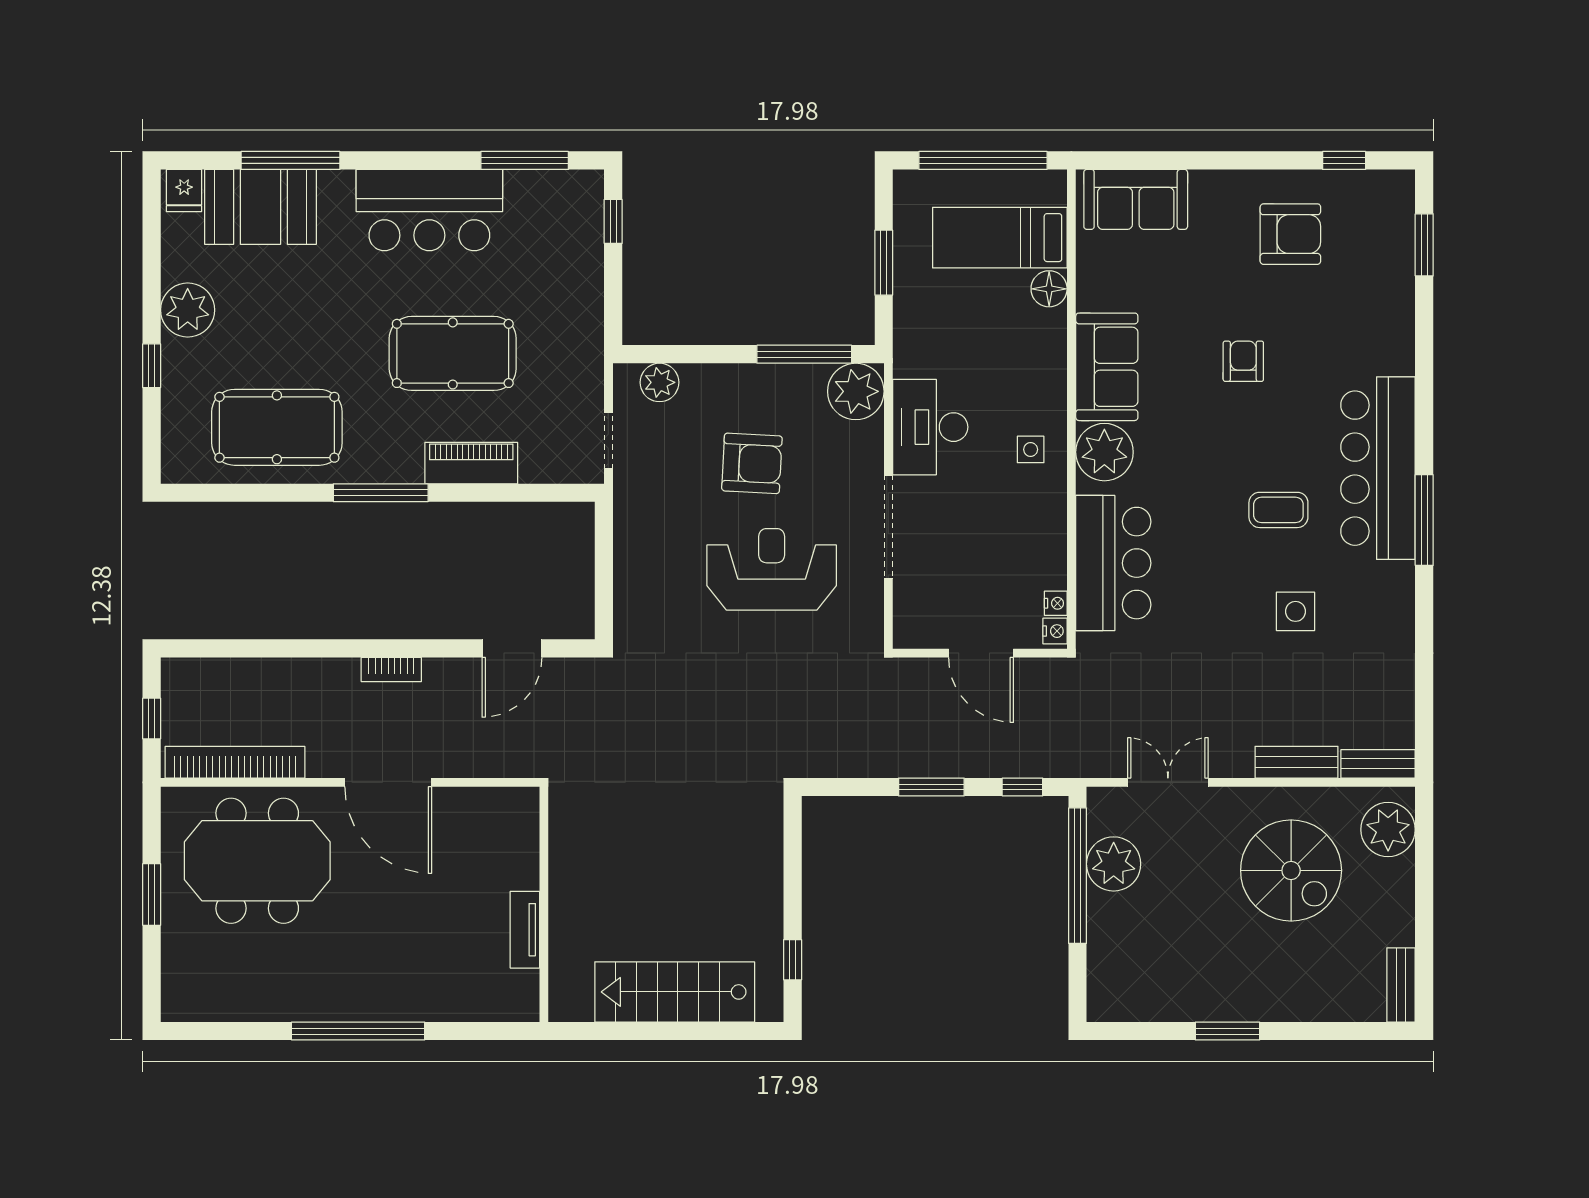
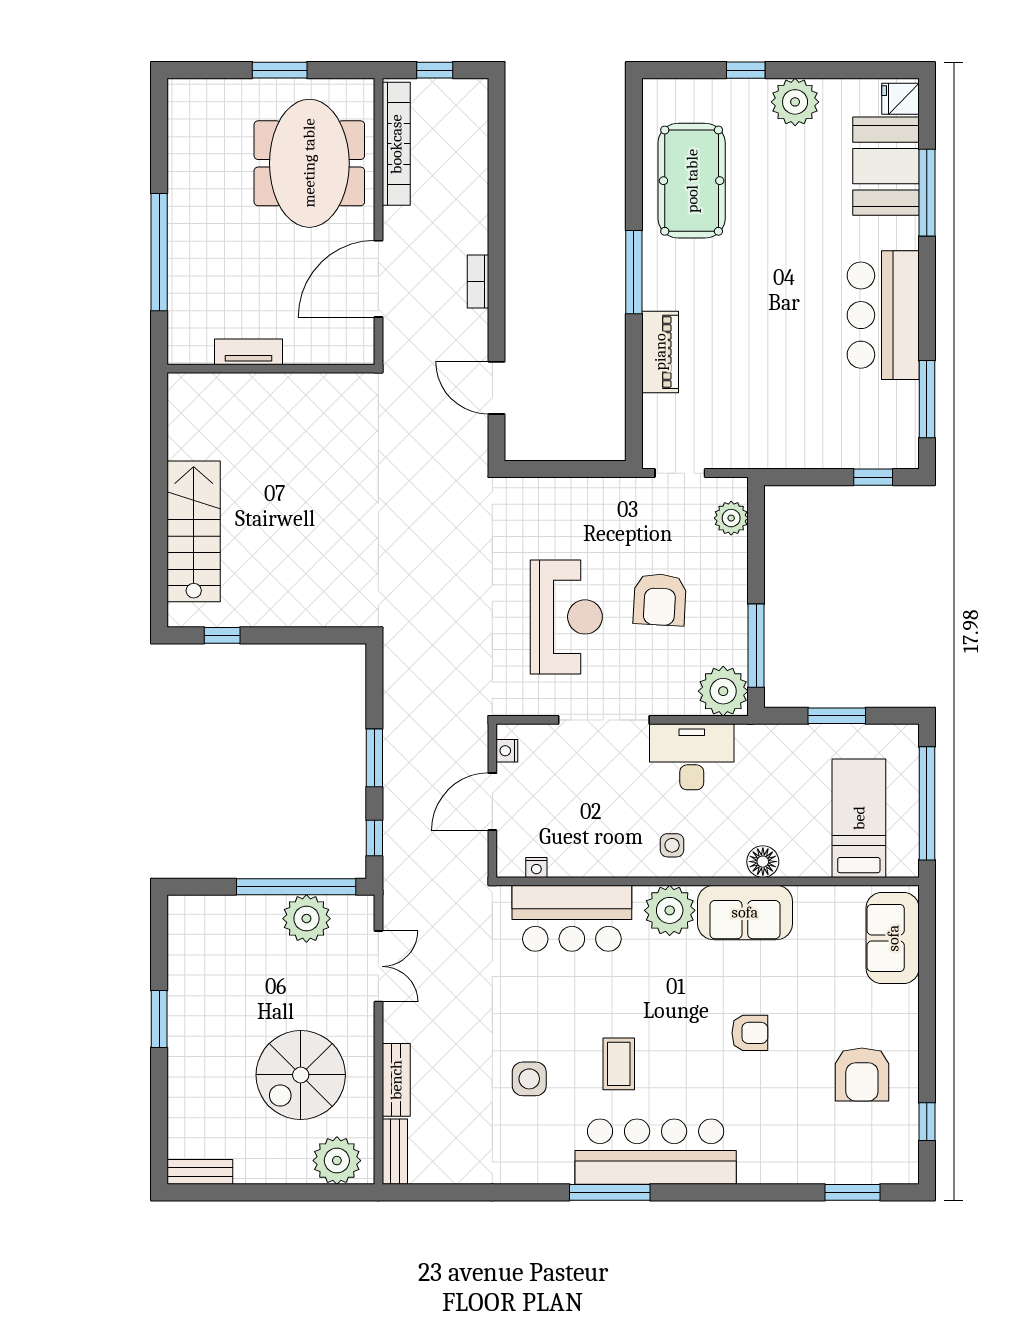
floor lamp: (1049, 289) -> (763, 862), moved
pool table: (453, 353) -> (757, 336), removed
nightstand: (1055, 631) -> (507, 751), moved, turned 90
wall: (544, 904) -> (271, 369), moved
tv unit: (525, 930) -> (249, 352), moved

